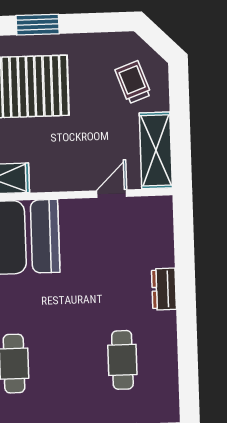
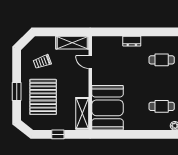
trolley: (133, 82) -> (42, 62), moved

